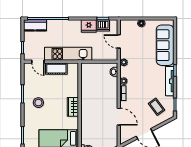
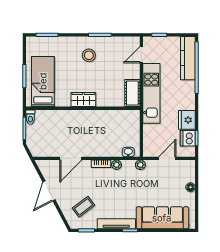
kitchen counter: (35, 25) -> (188, 58), width x1.50
cot: (56, 69) -> (132, 93), moved

